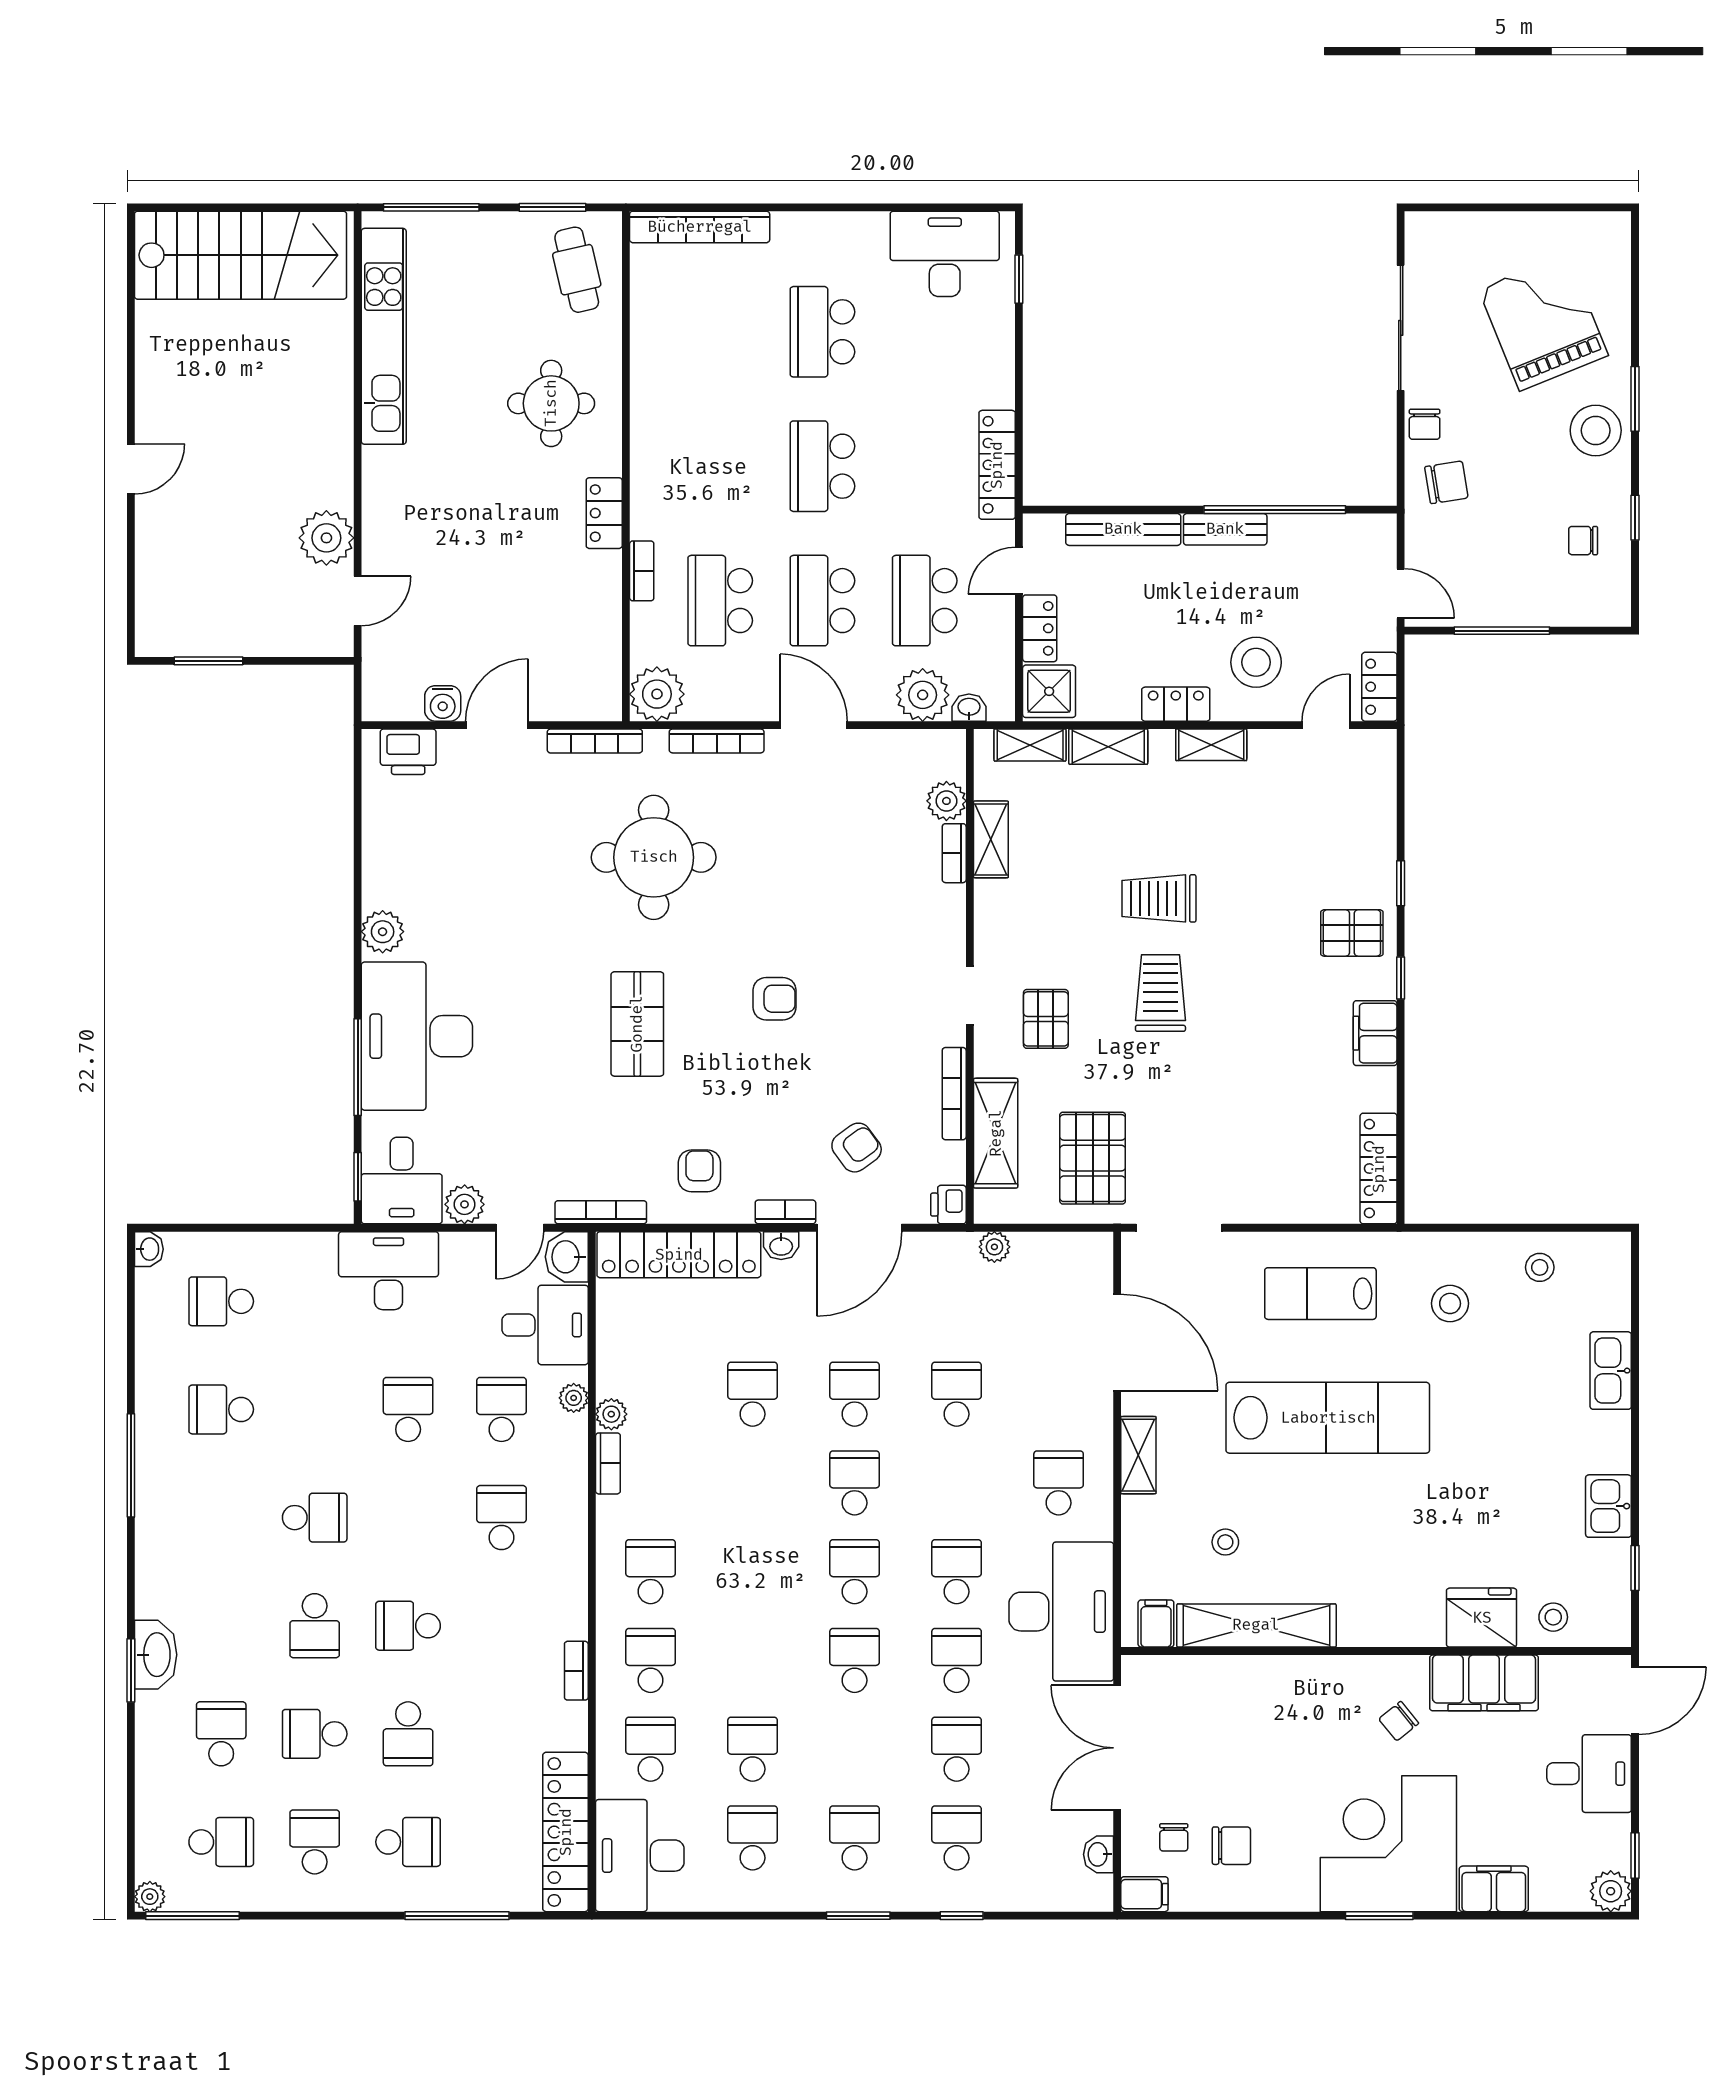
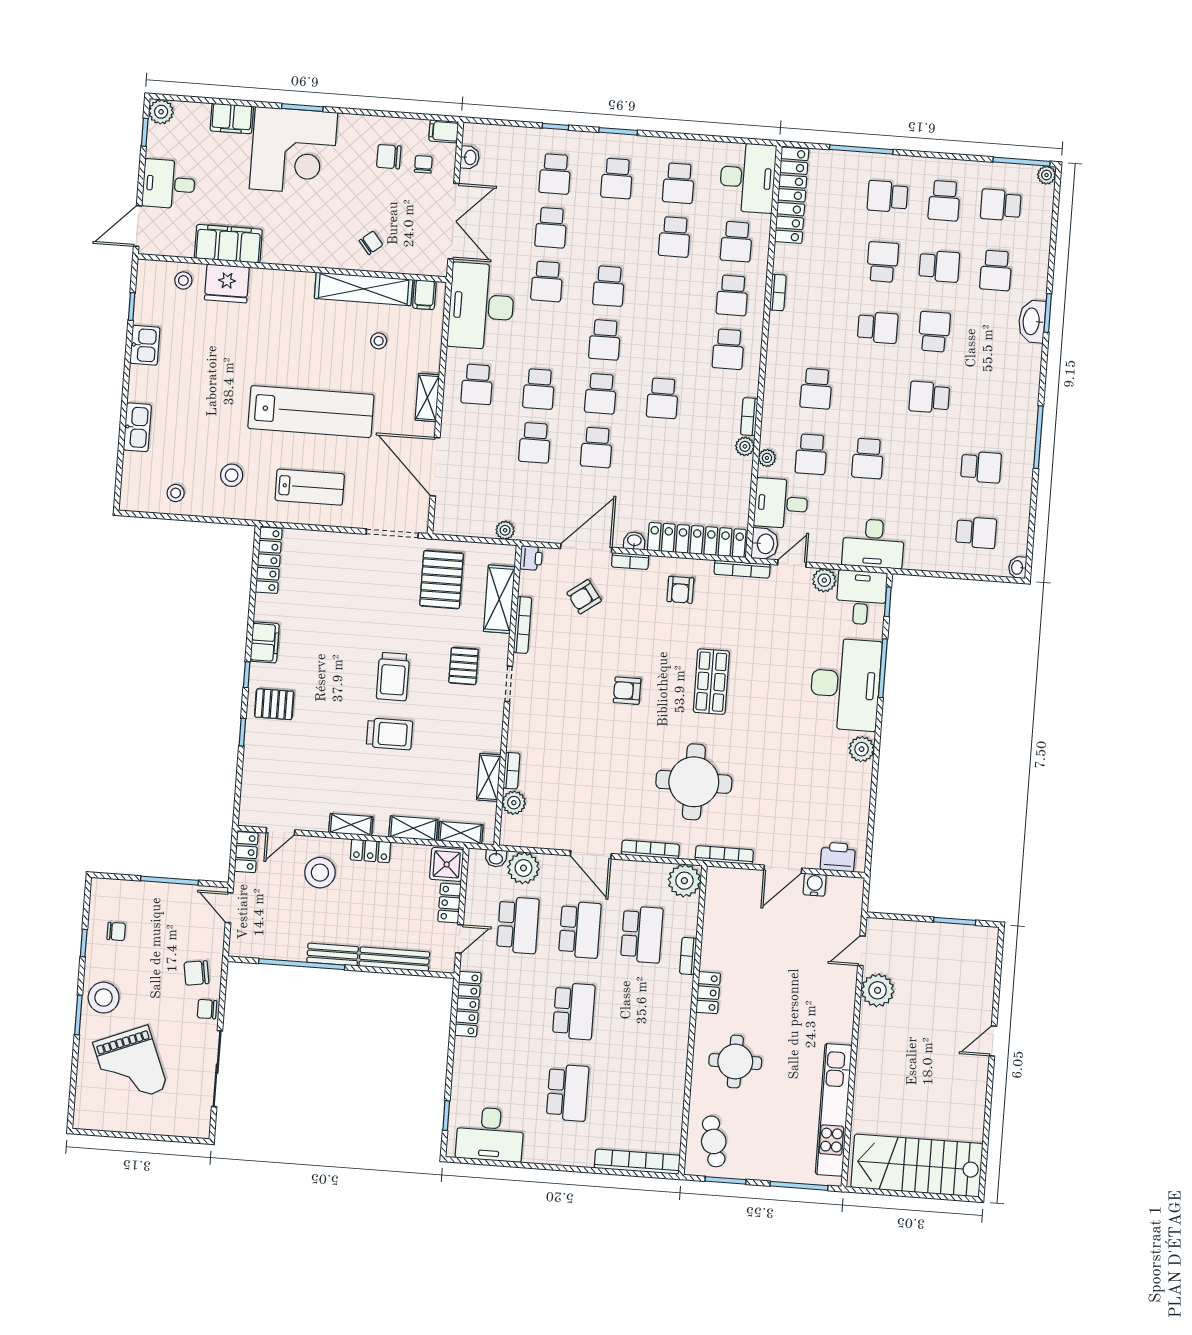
chair: (1425, 424) -> (207, 1009), turned -90
school desk: (753, 1394) -> (662, 398), moved
lab bench: (1328, 1418) -> (311, 412), turned 180
school desk: (957, 1572) -> (539, 389), moved
chair: (1399, 1721) -> (371, 243), moved

